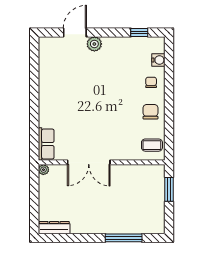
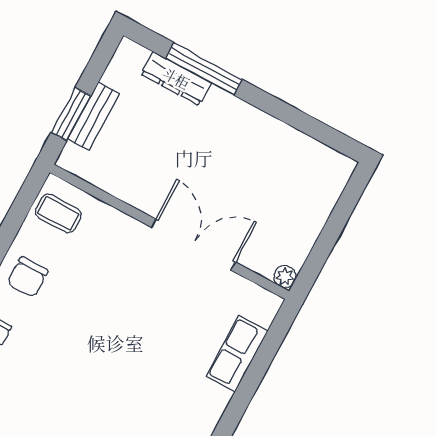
row of seats: (46, 144) -> (237, 354), moved
bench: (159, 193) -> (94, 116), added
dresser: (54, 228) -> (176, 78), moved

